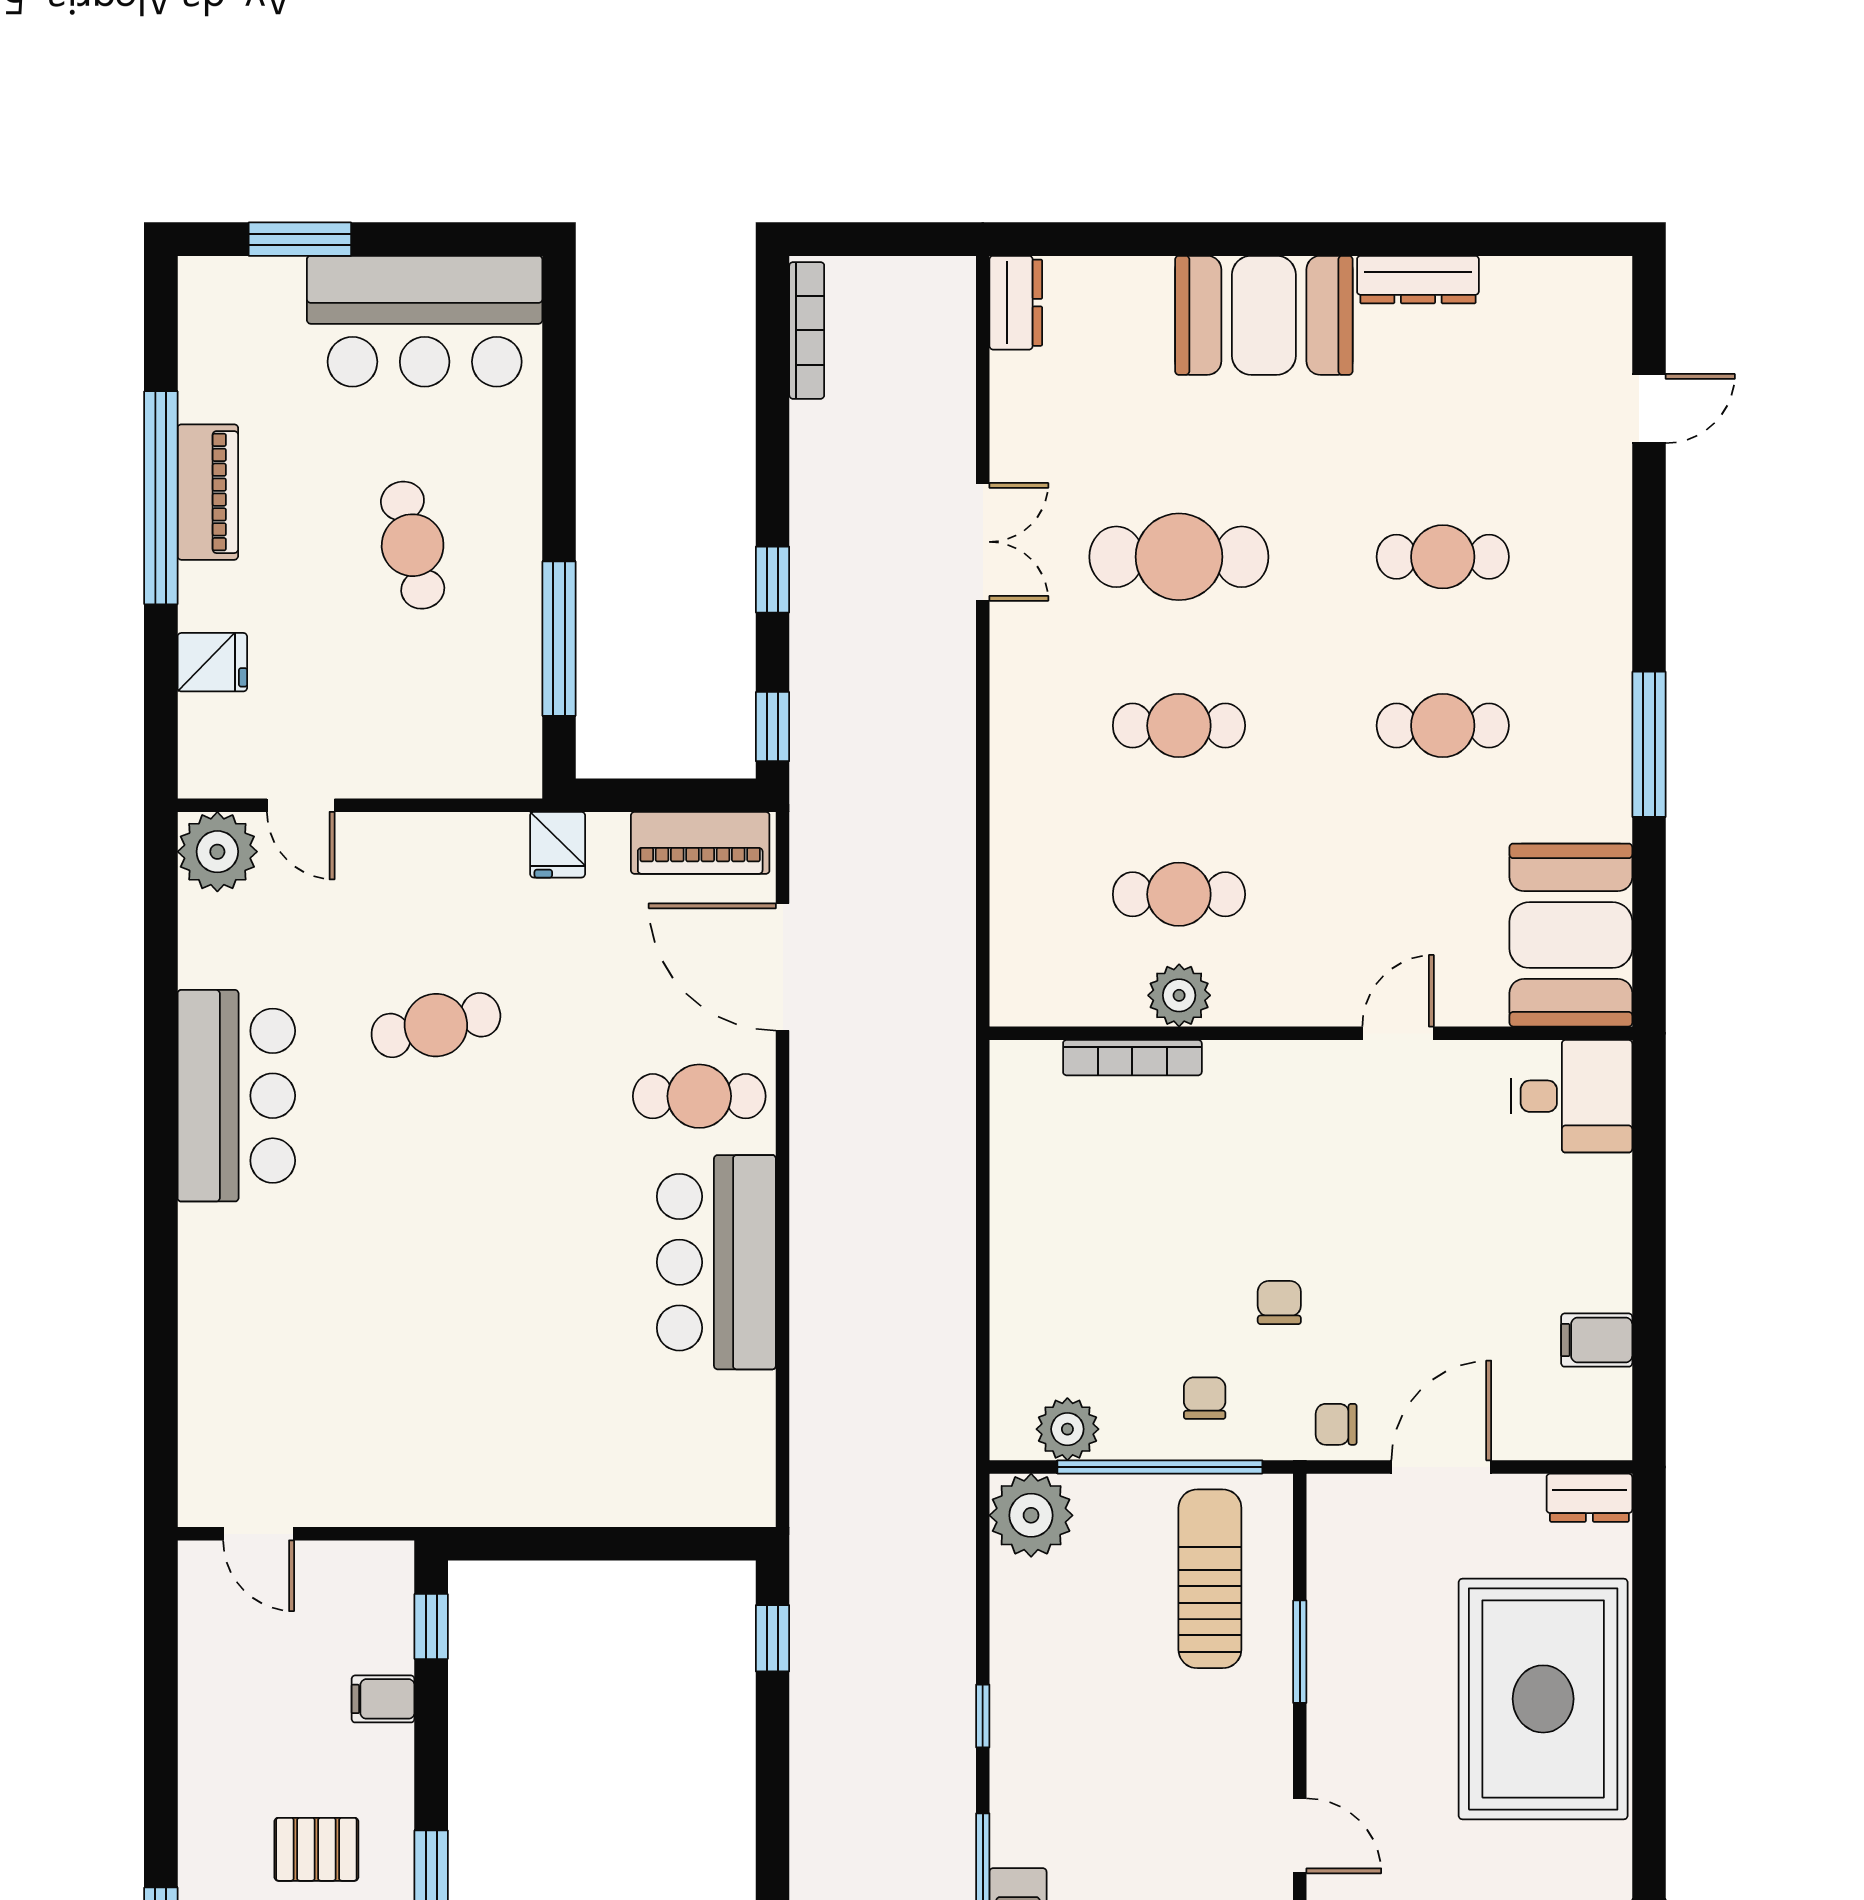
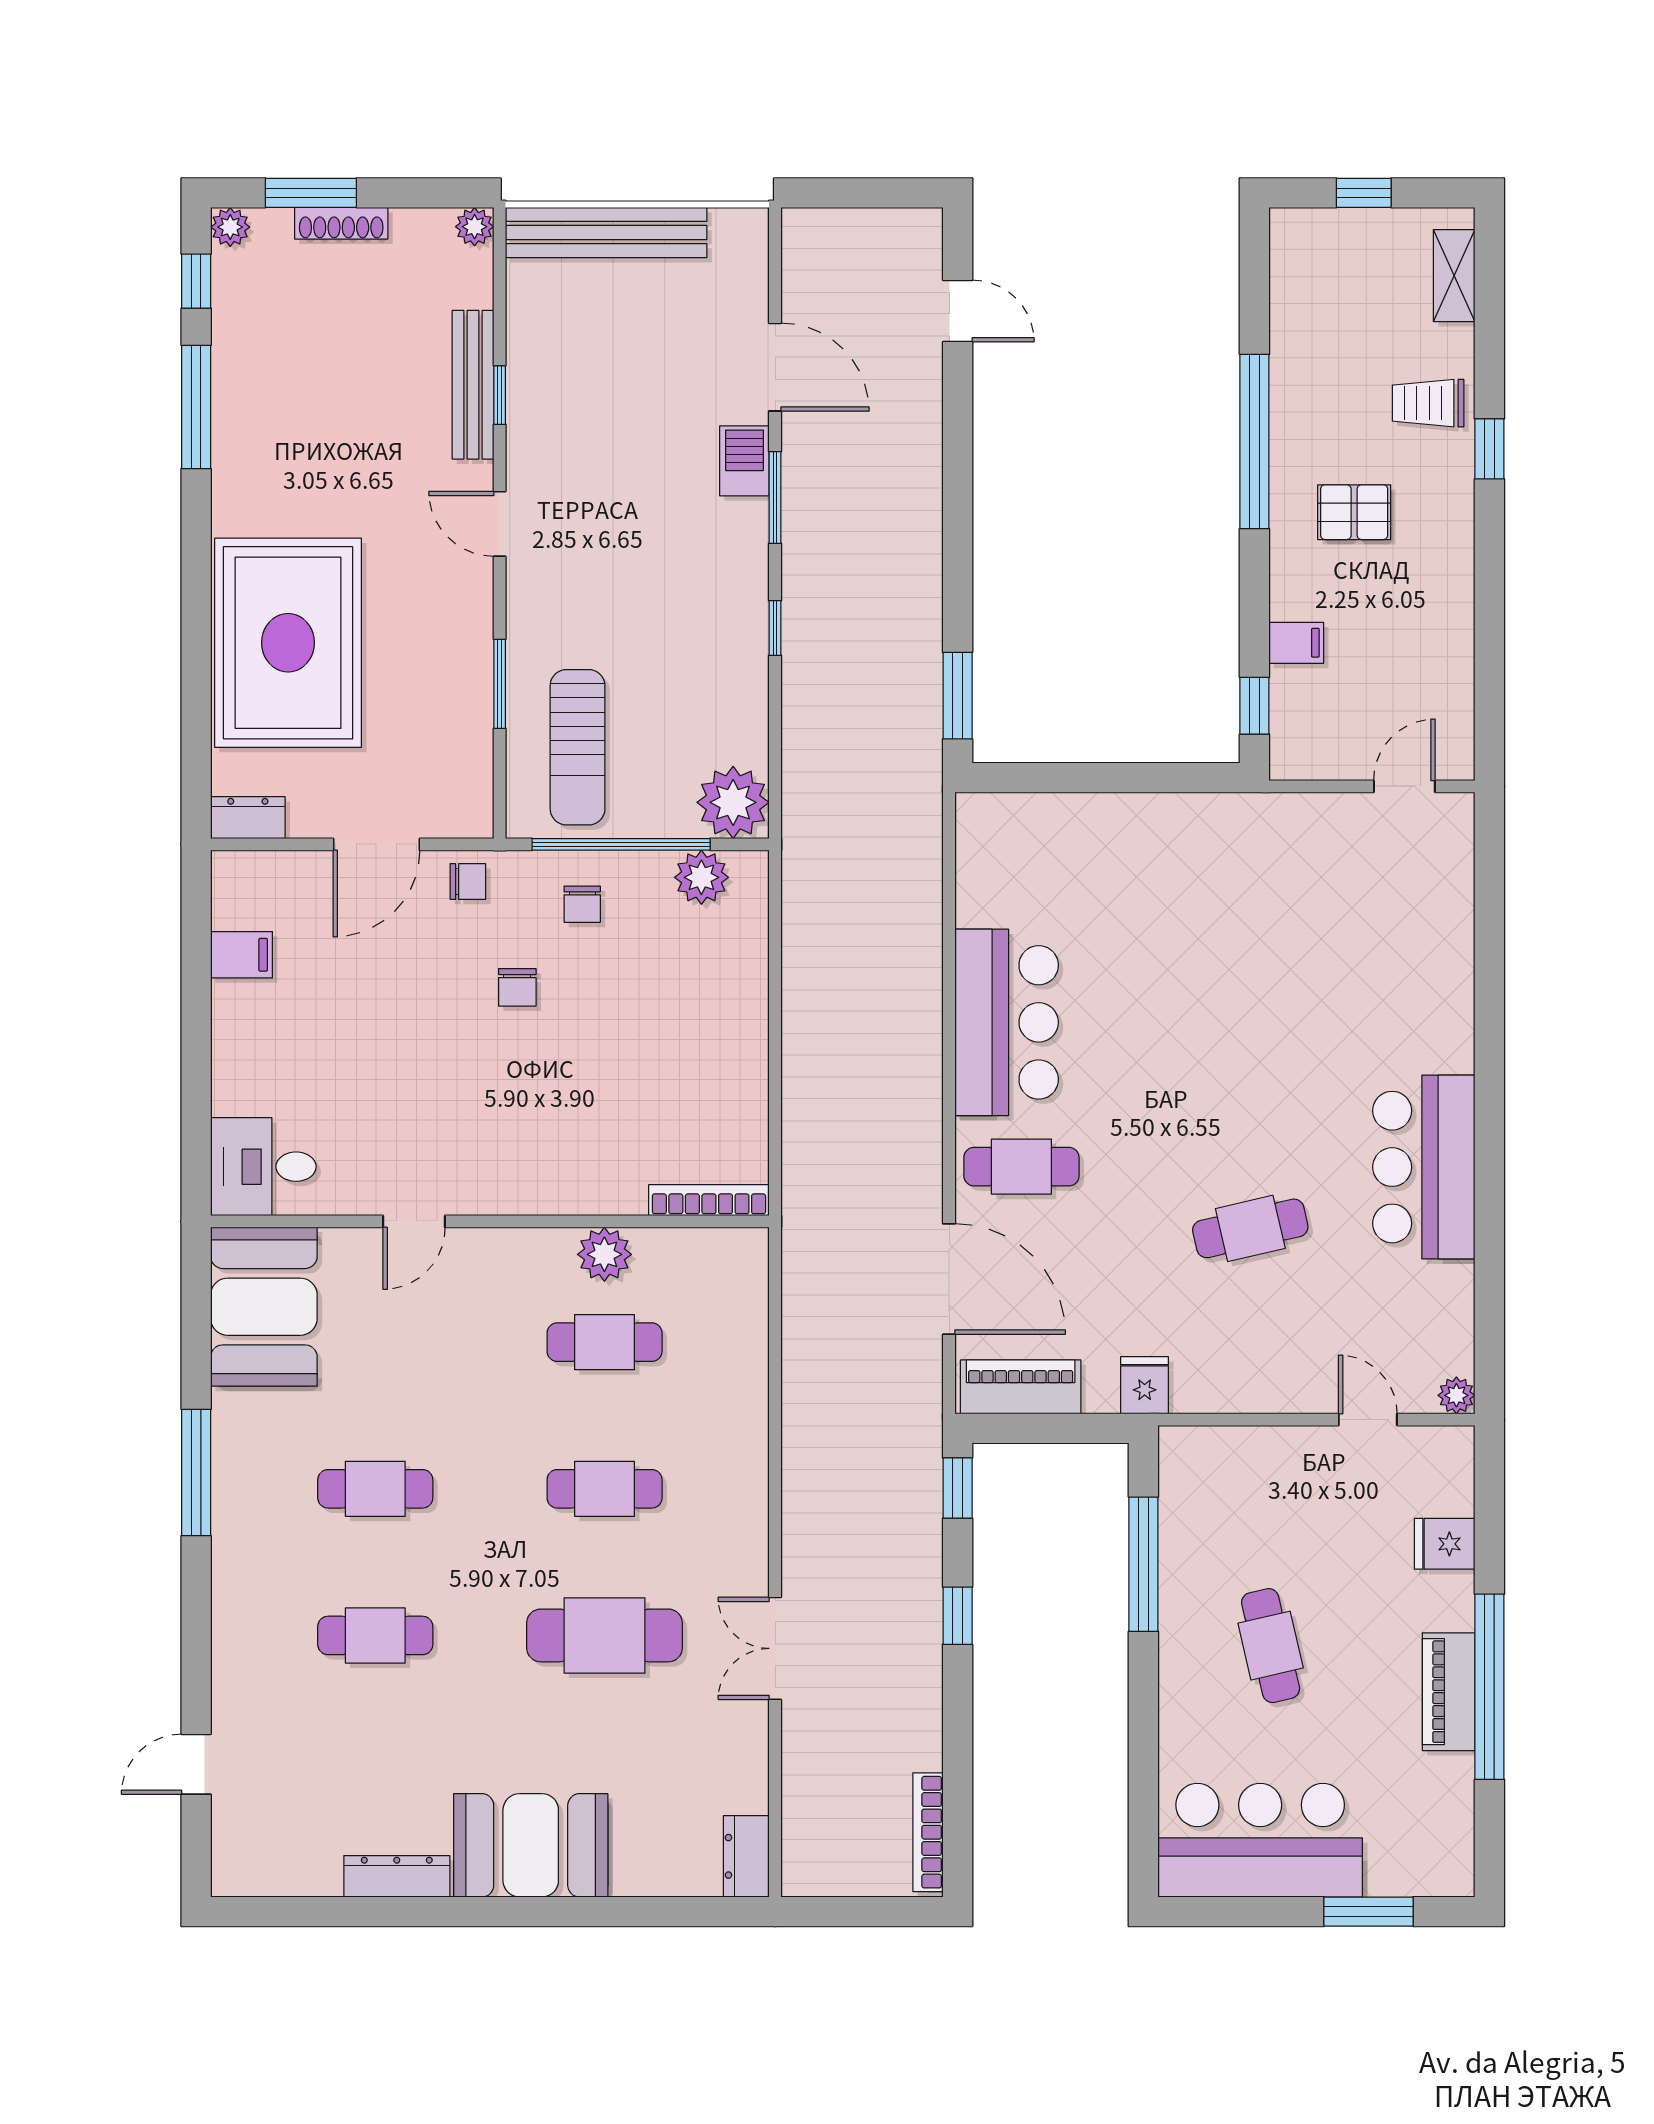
plant: (217, 852) -> (1456, 1395), width x0.53, depth x0.53
bookcase: (1132, 1058) -> (709, 1200), moved
door: (259, 1534) -> (1404, 786), hinge flipped
window: (773, 1638) -> (958, 696), width x1.50

